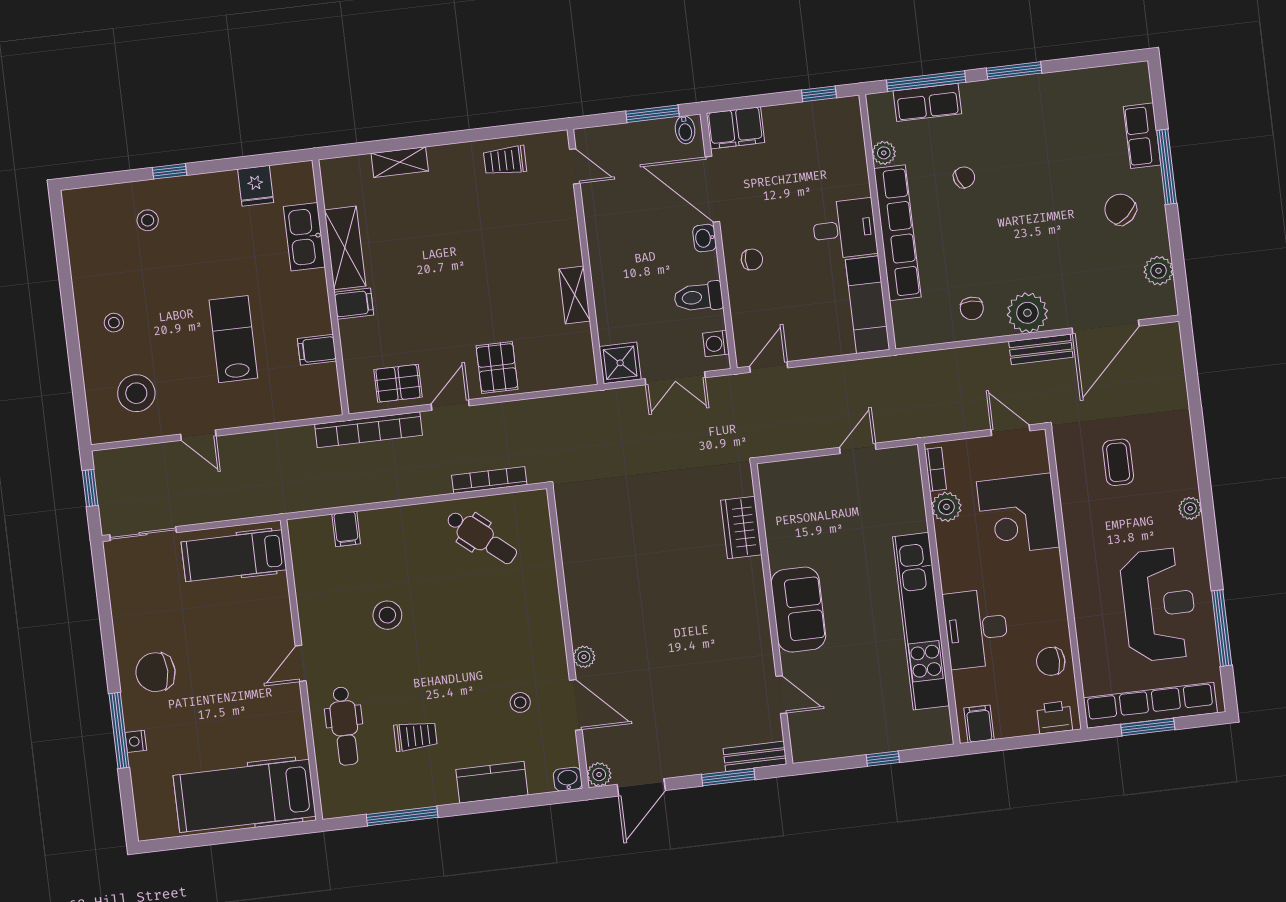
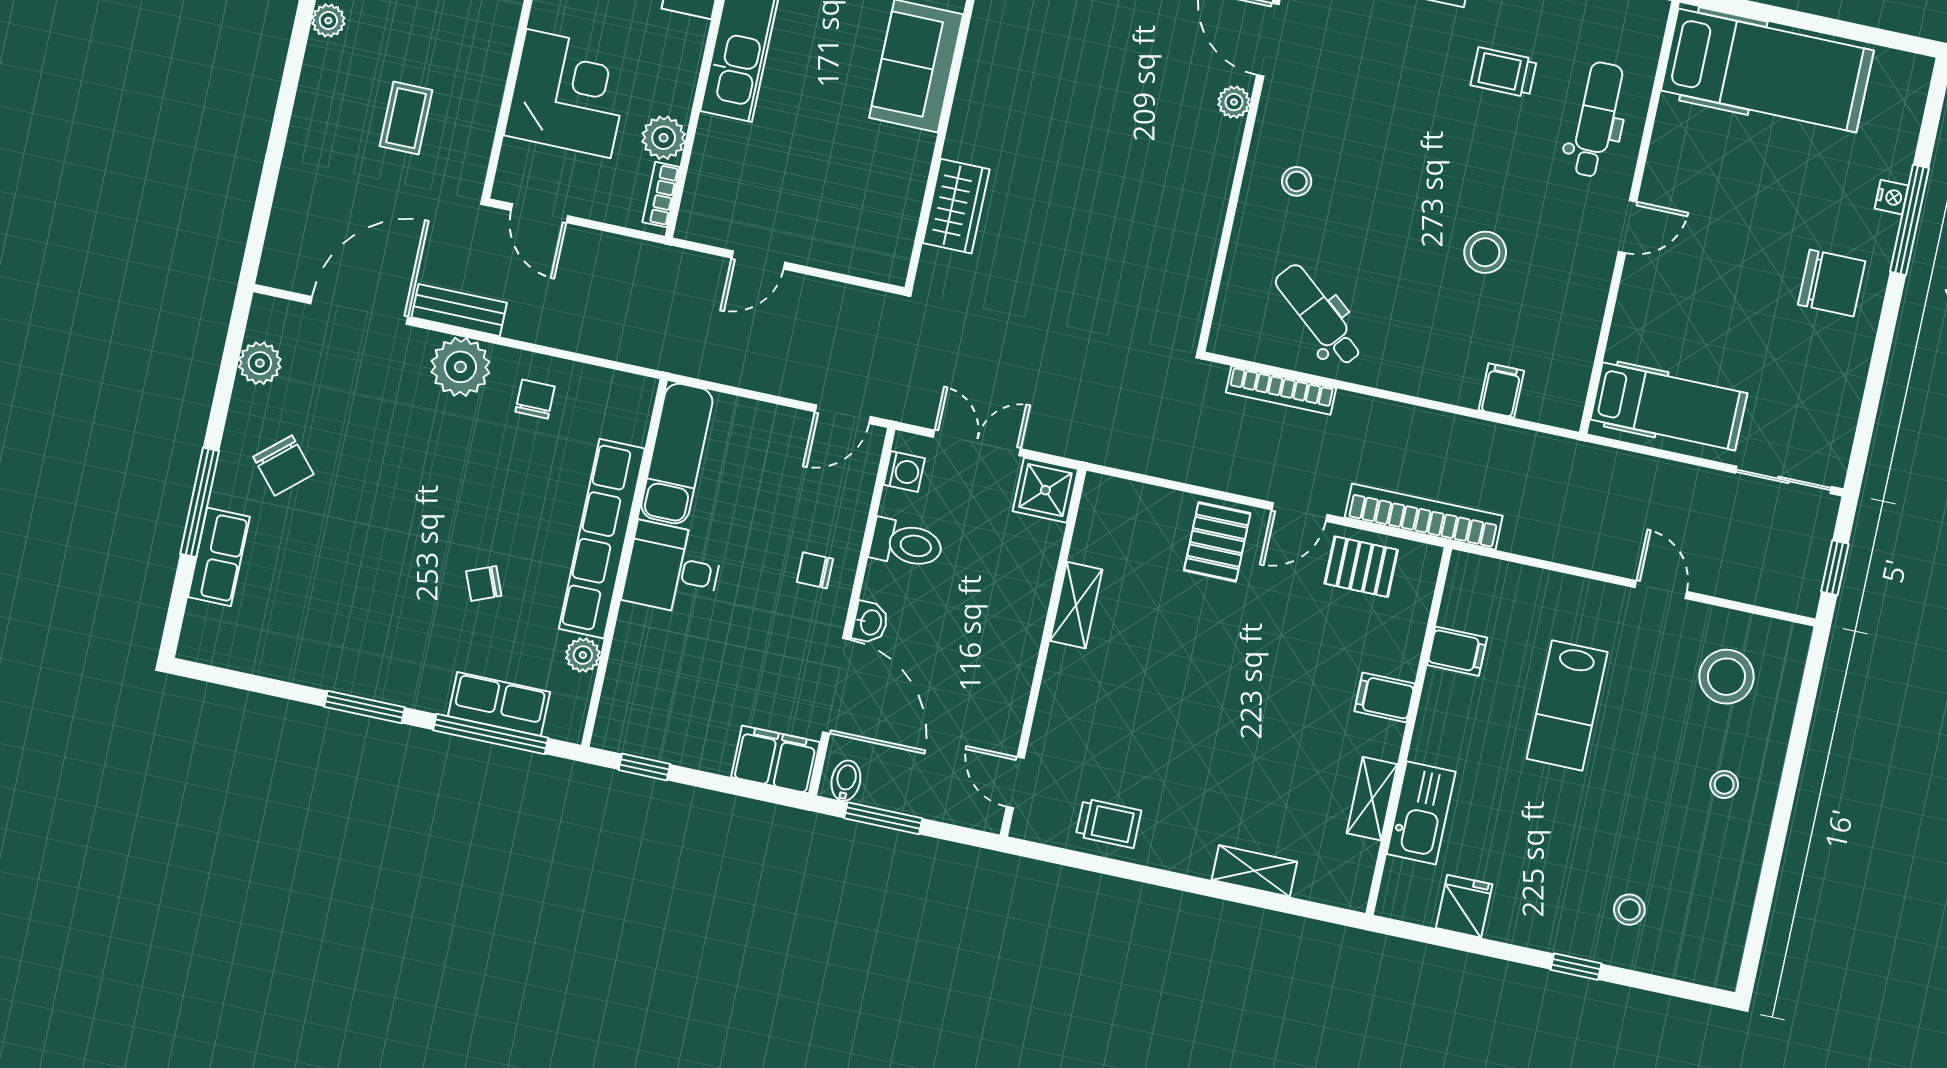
shelving: (345, 248) -> (1372, 799), width x0.67, depth x0.75
stool: (520, 702) -> (1297, 181), moved

